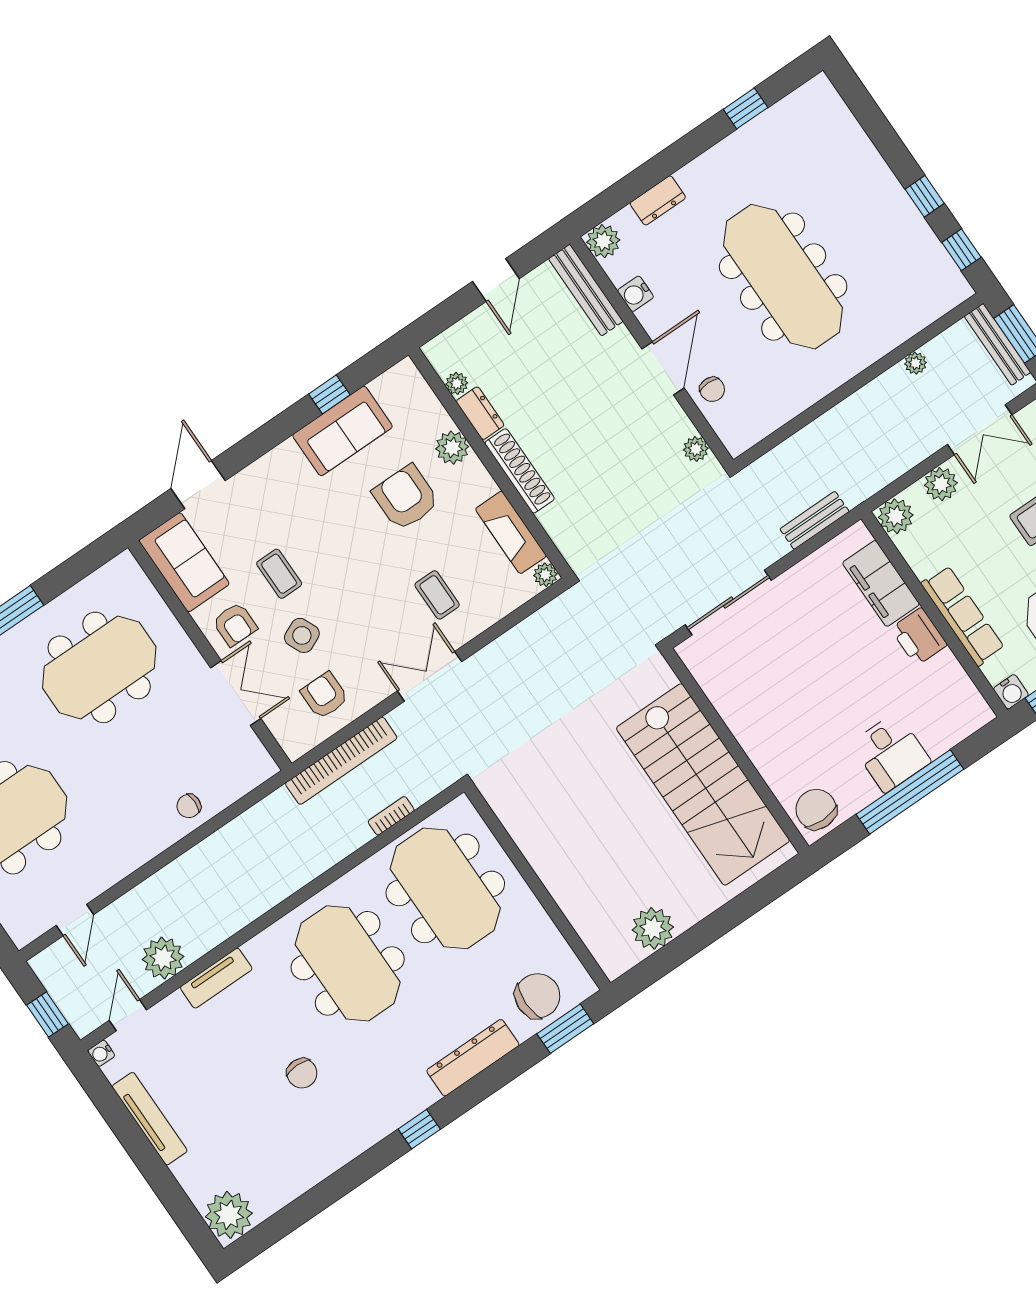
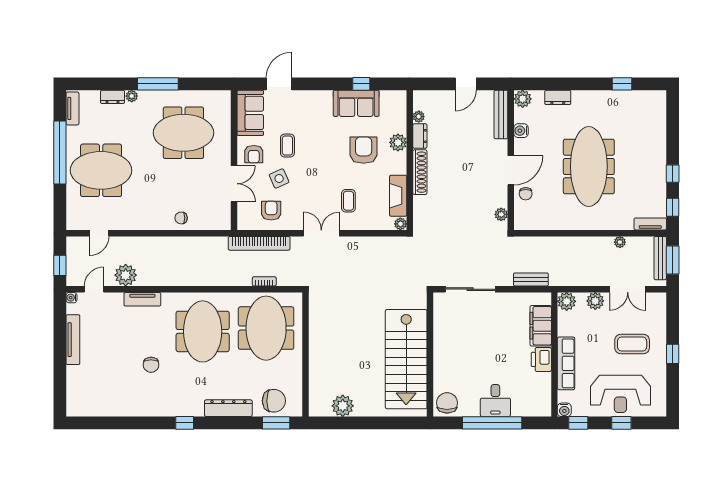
tv unit: (944, 301) -> (650, 224), added
plant: (229, 1215) -> (78, 404), removed

